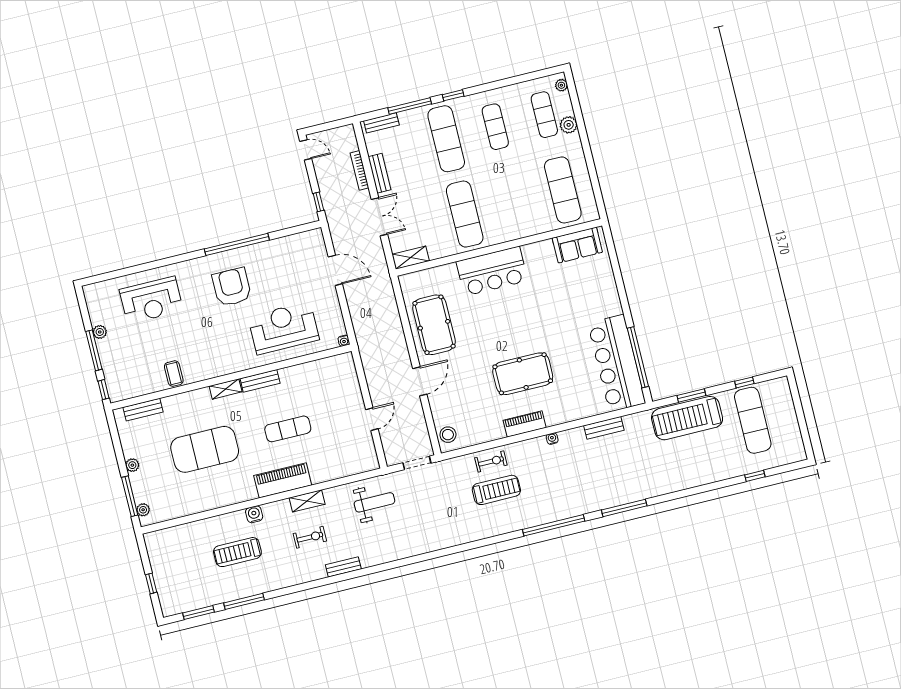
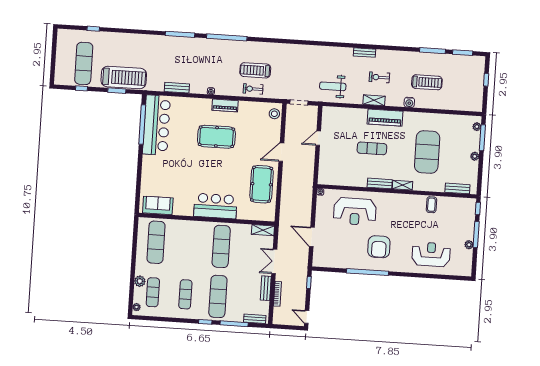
exercise mat: (205, 449) -> (427, 152), turned 90

